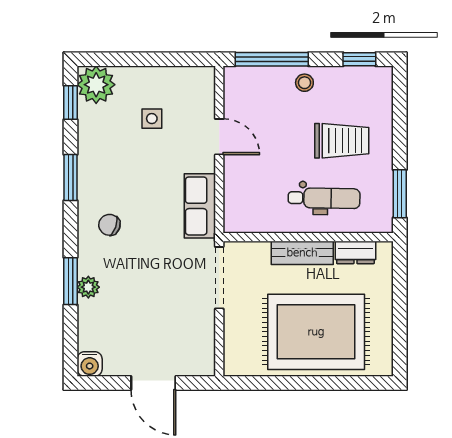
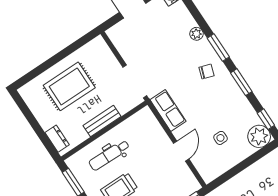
door: (219, 137) -> (181, 151), swing flipped
dresser: (355, 252) -> (57, 139), moved, turned 90
window: (71, 281) -> (218, 48), moved
rug: (316, 332) -> (69, 86), width x0.73, depth x0.69

